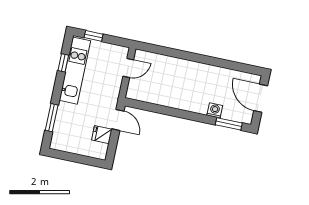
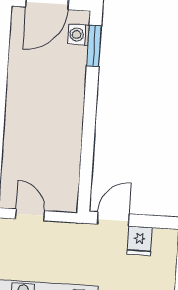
washing machine: (215, 110) -> (79, 35), moved

